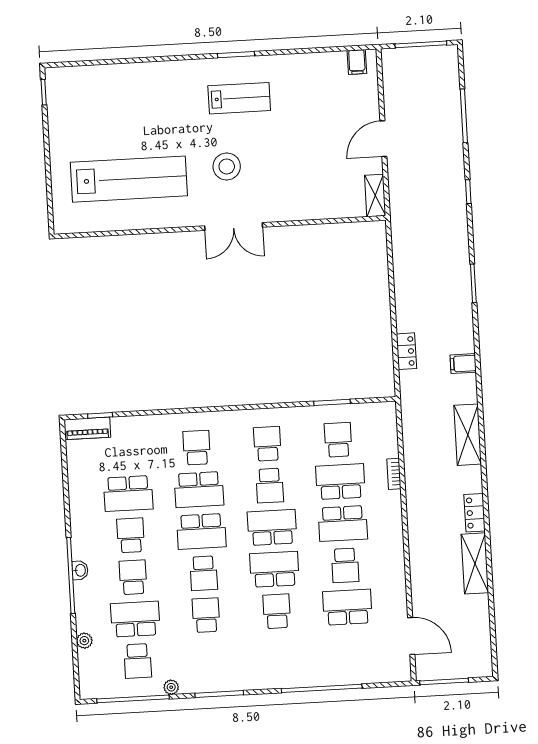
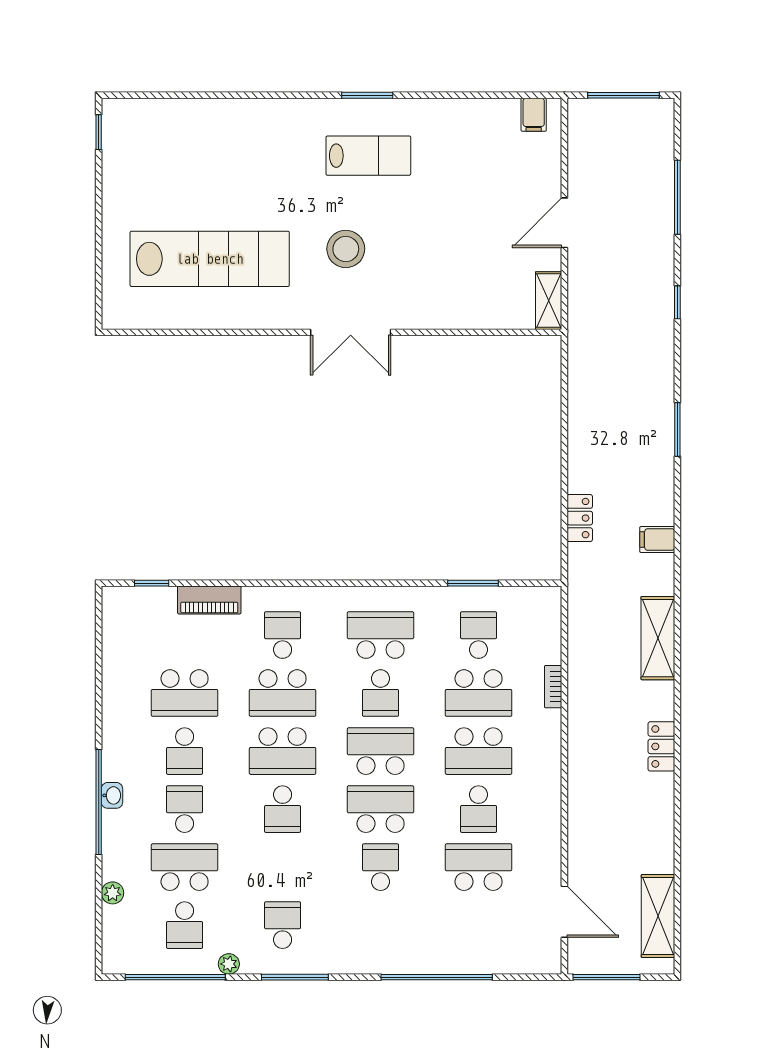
piano: (87, 428) -> (209, 600), moved
school desk: (267, 444) -> (381, 635), width x1.85
school desk: (340, 482) -> (479, 693), turned 180
school desk: (131, 535) -> (185, 751), turned 180
shelving: (475, 563) -> (658, 916), moved
school desk: (206, 615) -> (283, 925), moved

